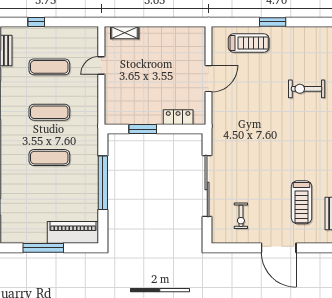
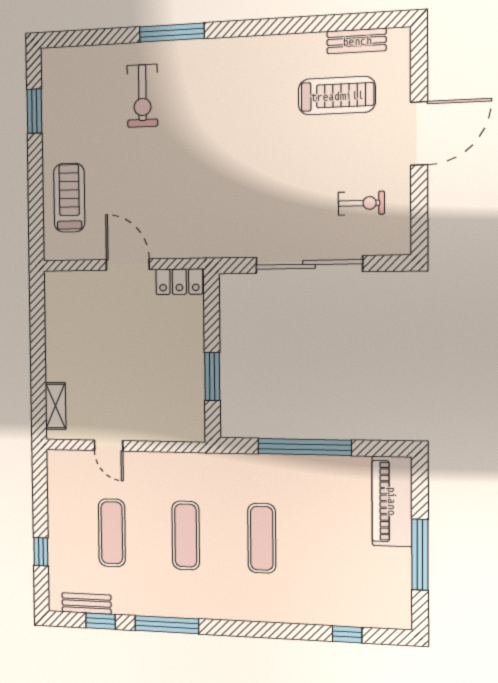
window: (273, 22) -> (34, 111), moved
locker: (178, 117) -> (179, 282), moved, turned -90

